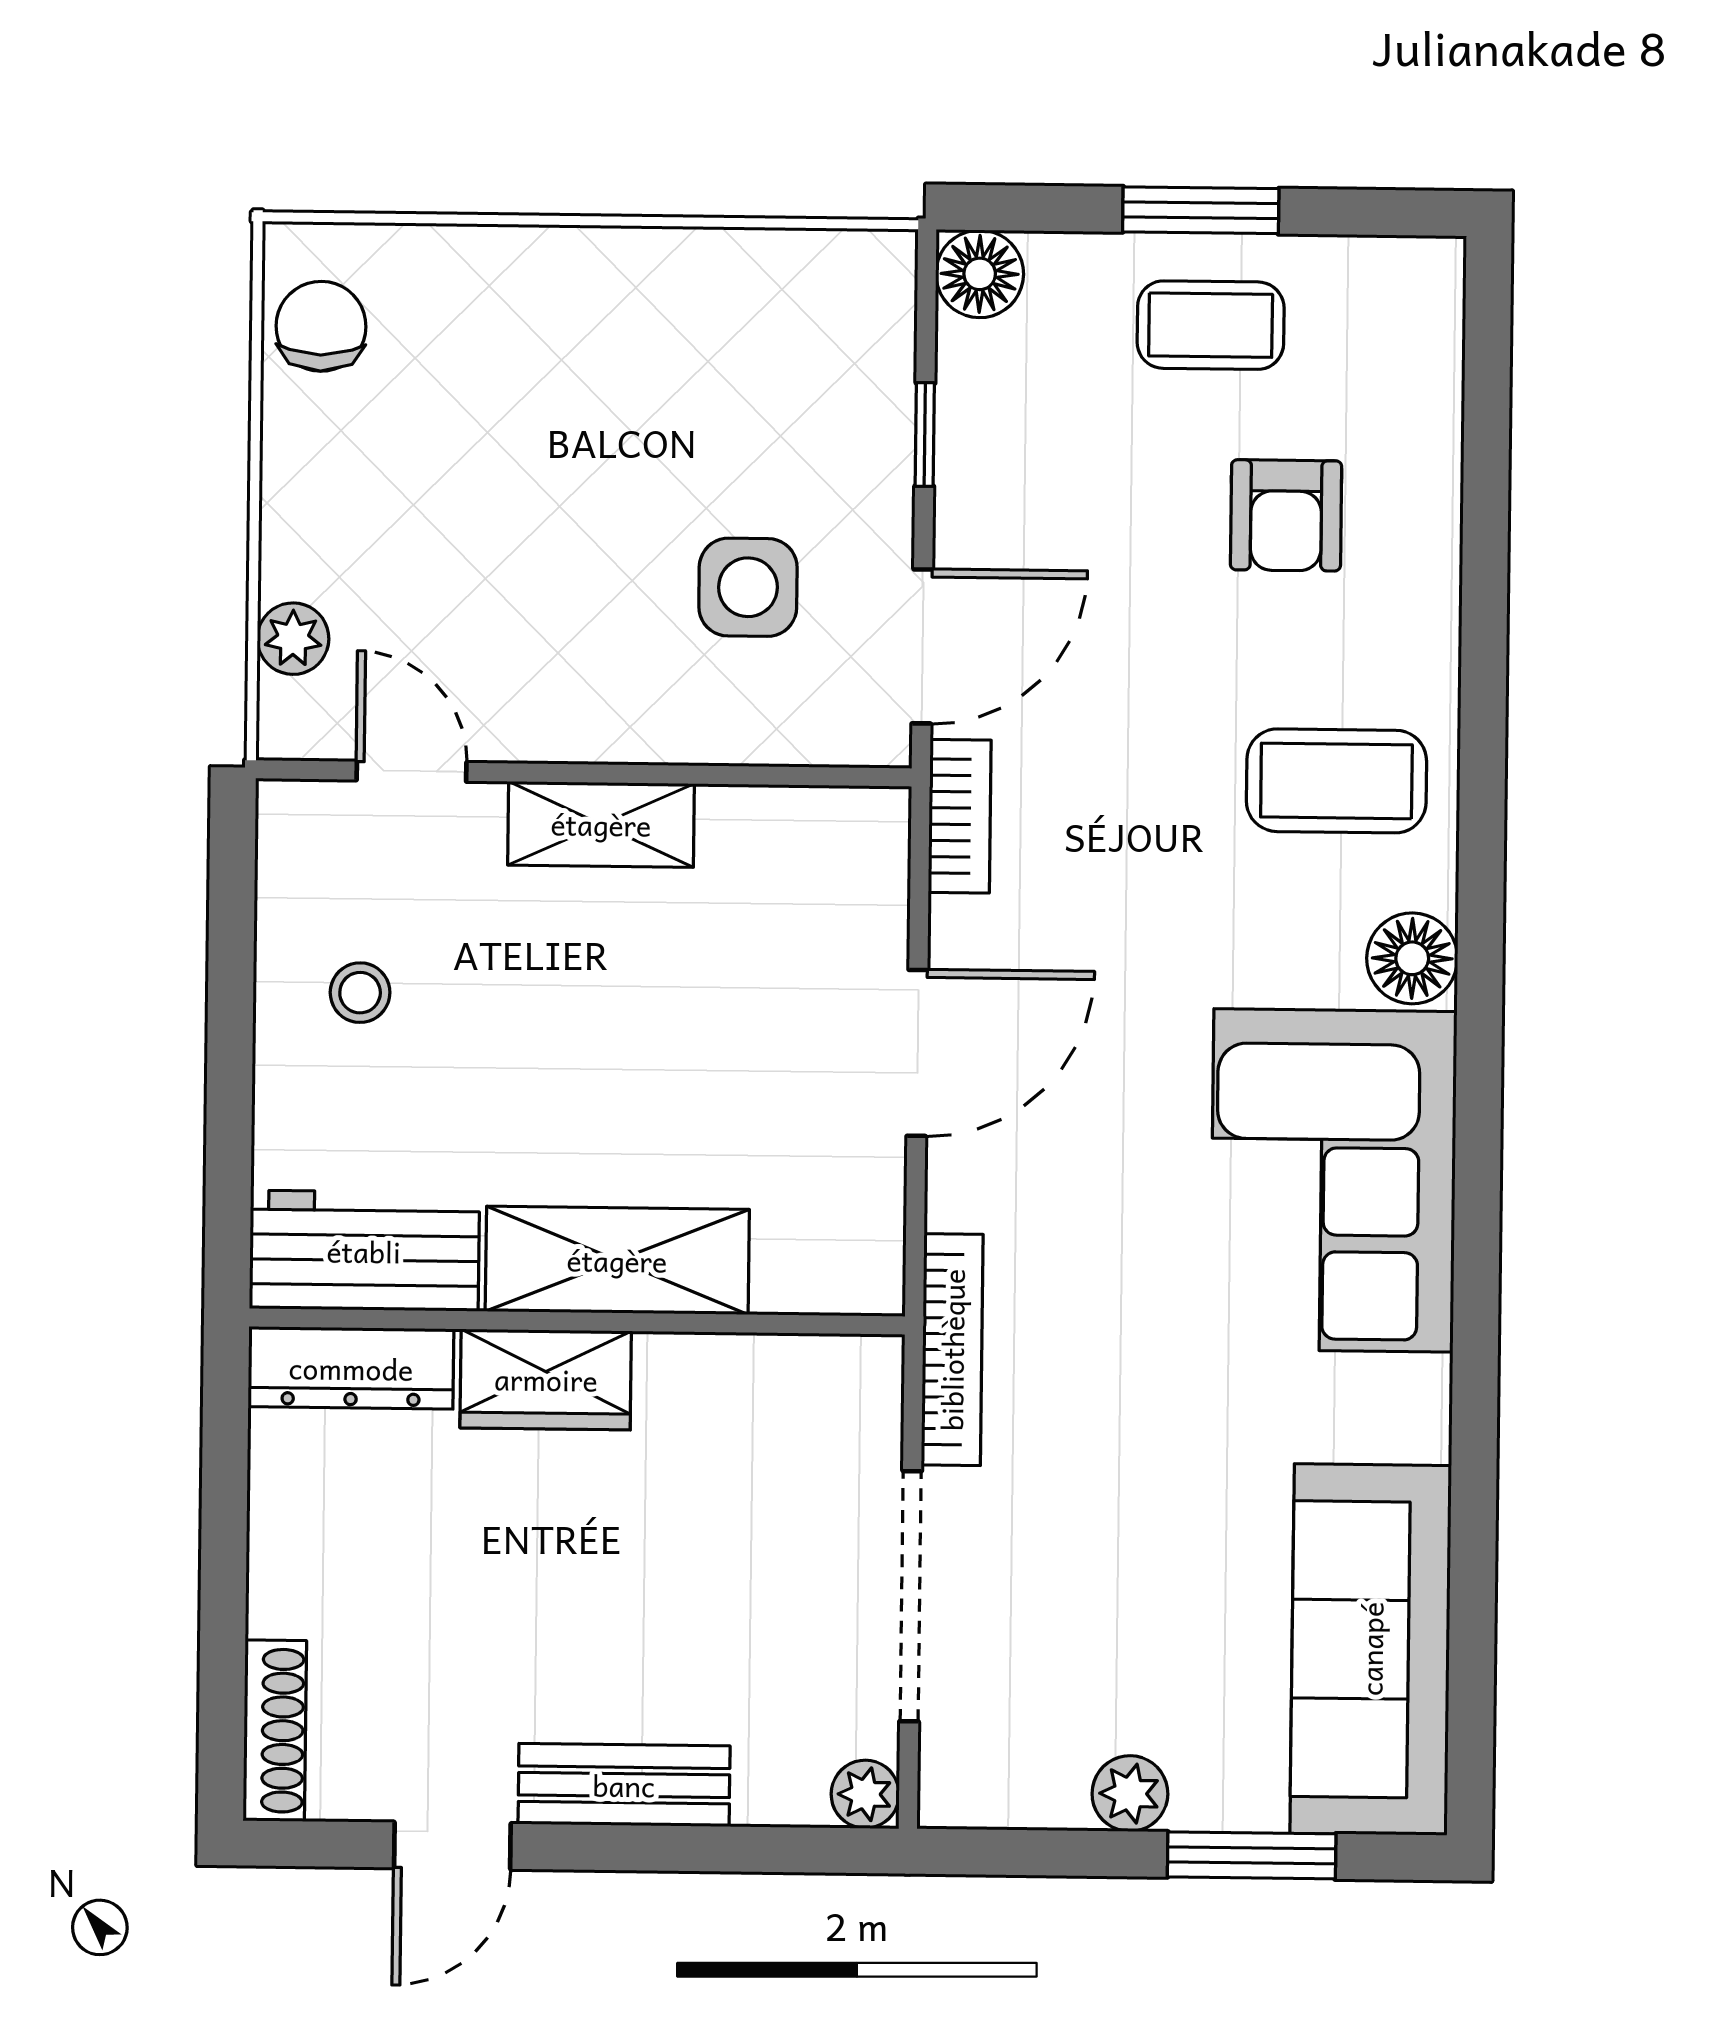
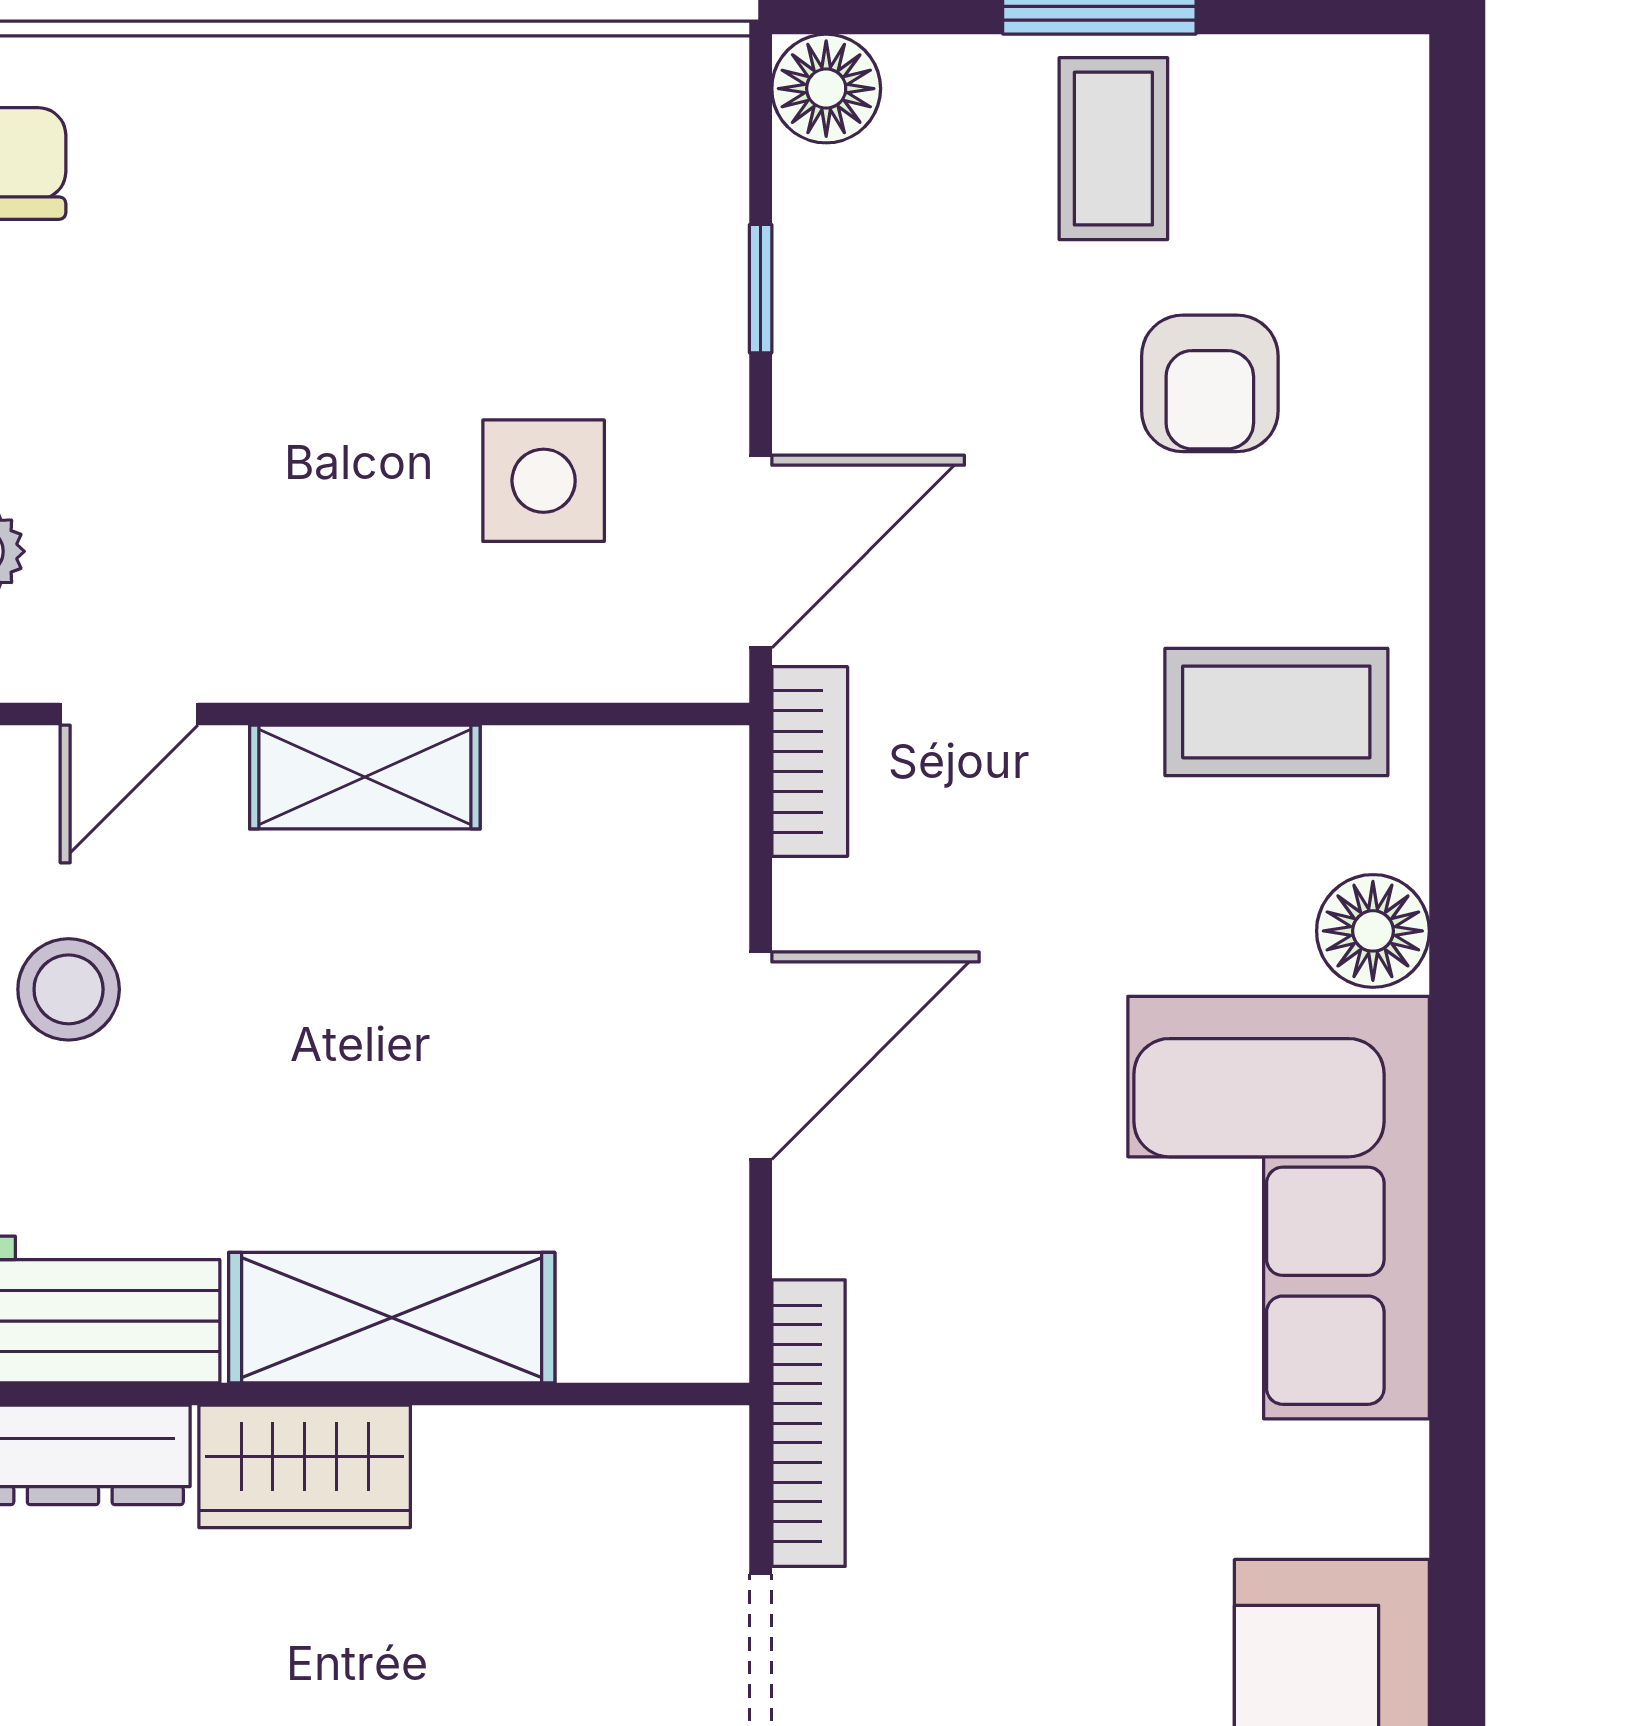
coffee table: (1211, 325) -> (1113, 149), turned 90
door: (411, 771) -> (129, 714), swing flipped
stool: (360, 993) -> (69, 989), width x1.37, depth x1.37

